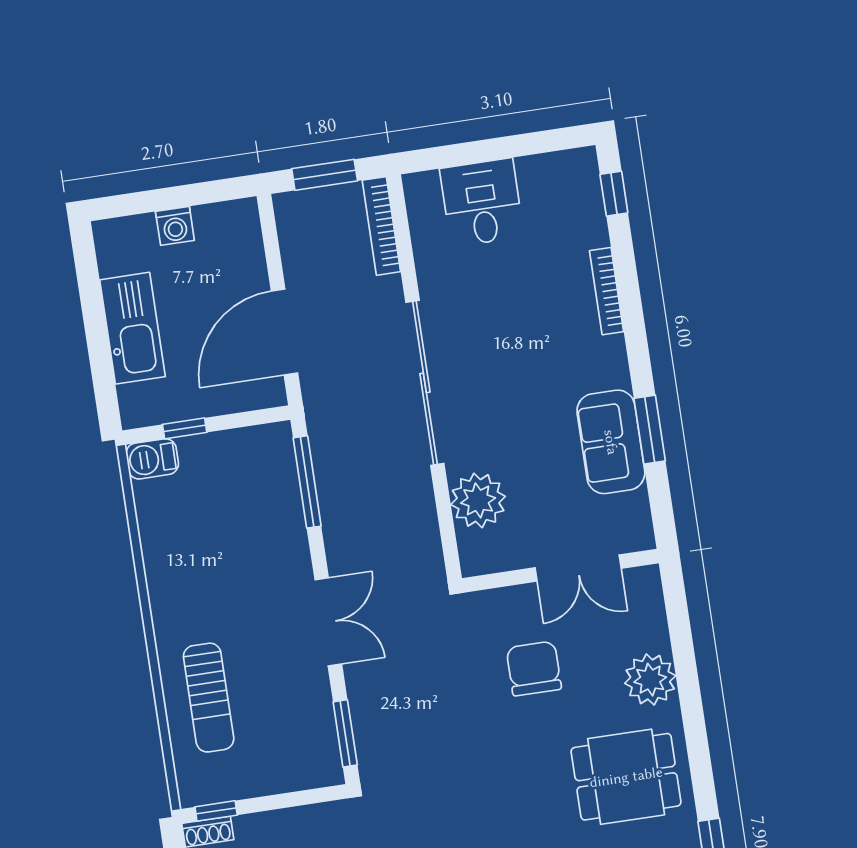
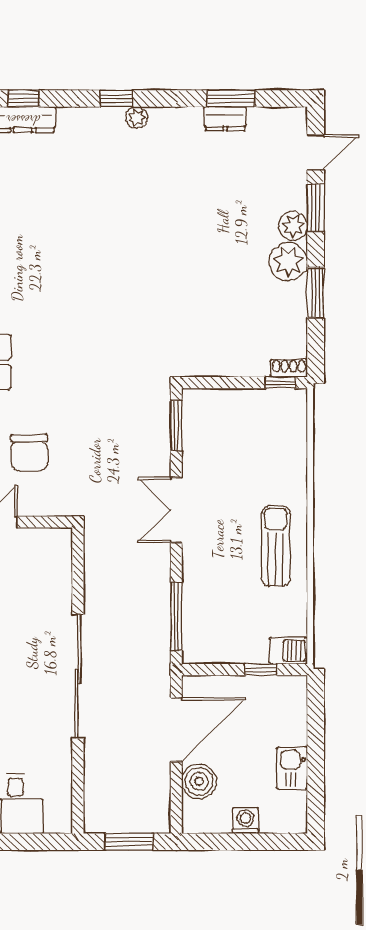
bookcase: (381, 226) -> (93, 798), removed
boiler: (244, 268) -> (199, 781), added
kitchen sink: (132, 328) -> (292, 768), width x0.53, depth x0.81
plant: (478, 500) -> (52, 583), removed
sun lounger: (209, 698) -> (276, 546), moved

